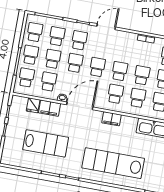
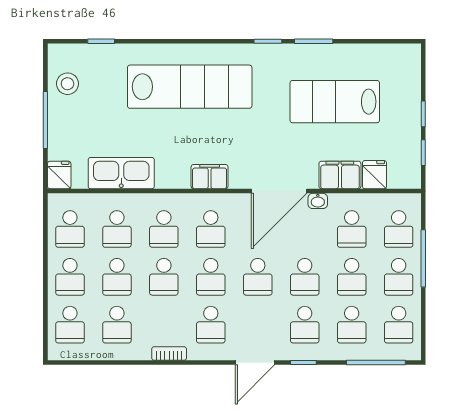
school desk: (124, 48) -> (211, 325), added

